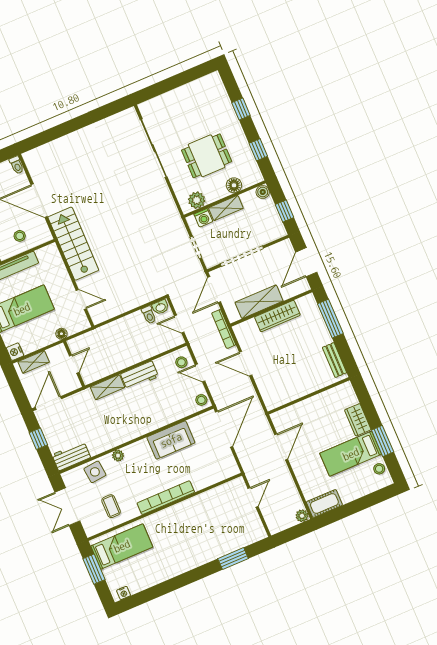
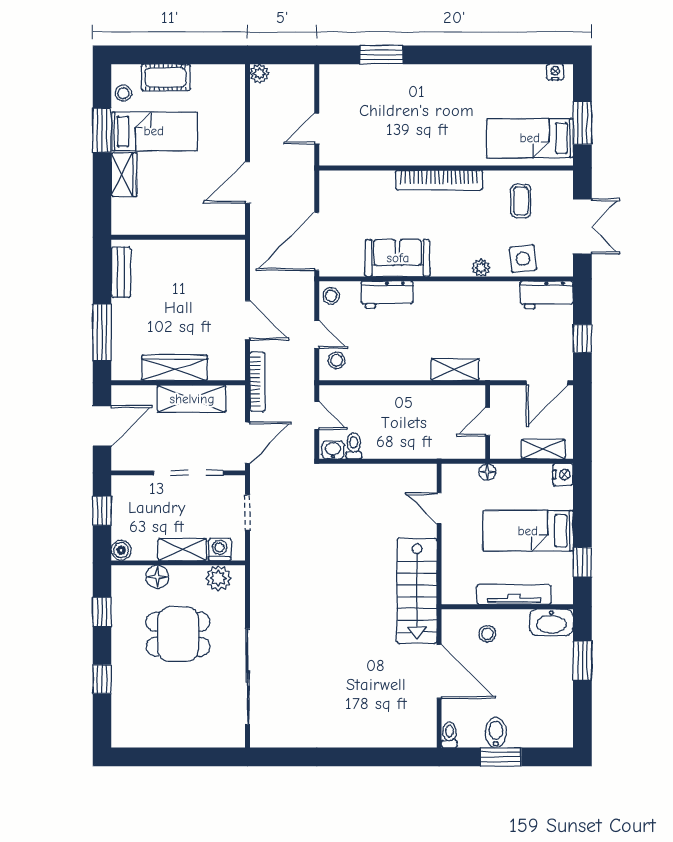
workbench: (140, 375) -> (387, 295), moved, turned 180
cot: (324, 503) -> (166, 77), moved

